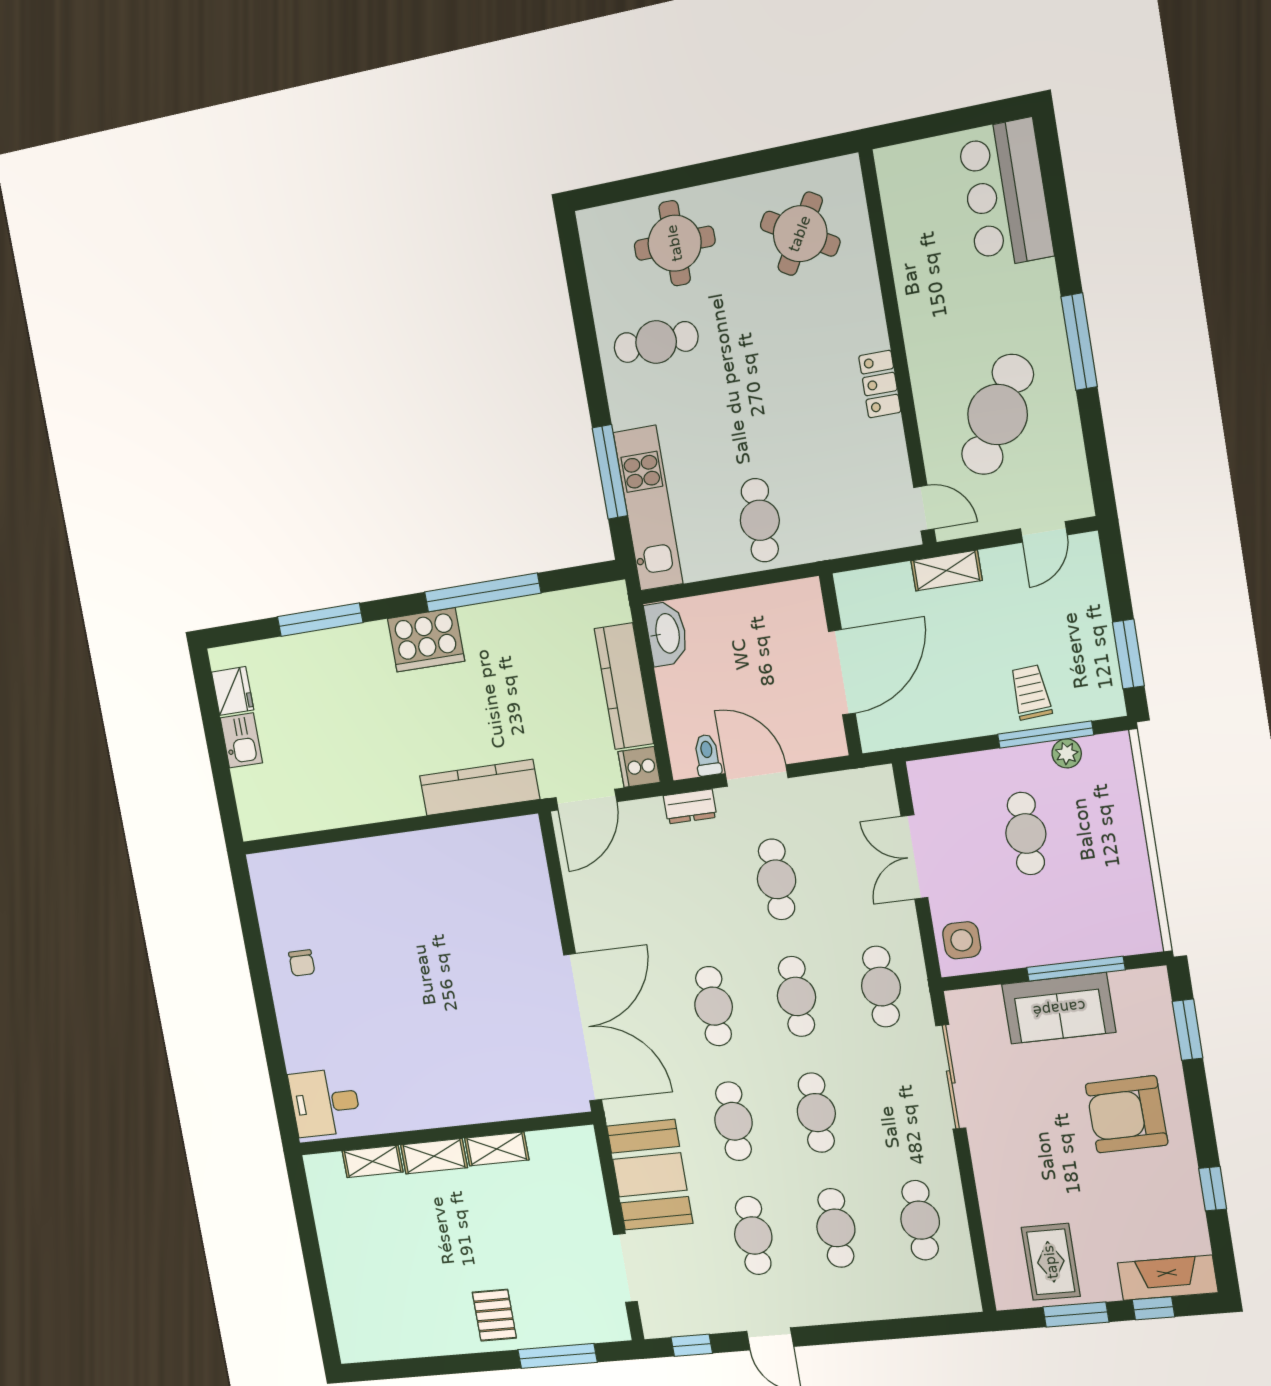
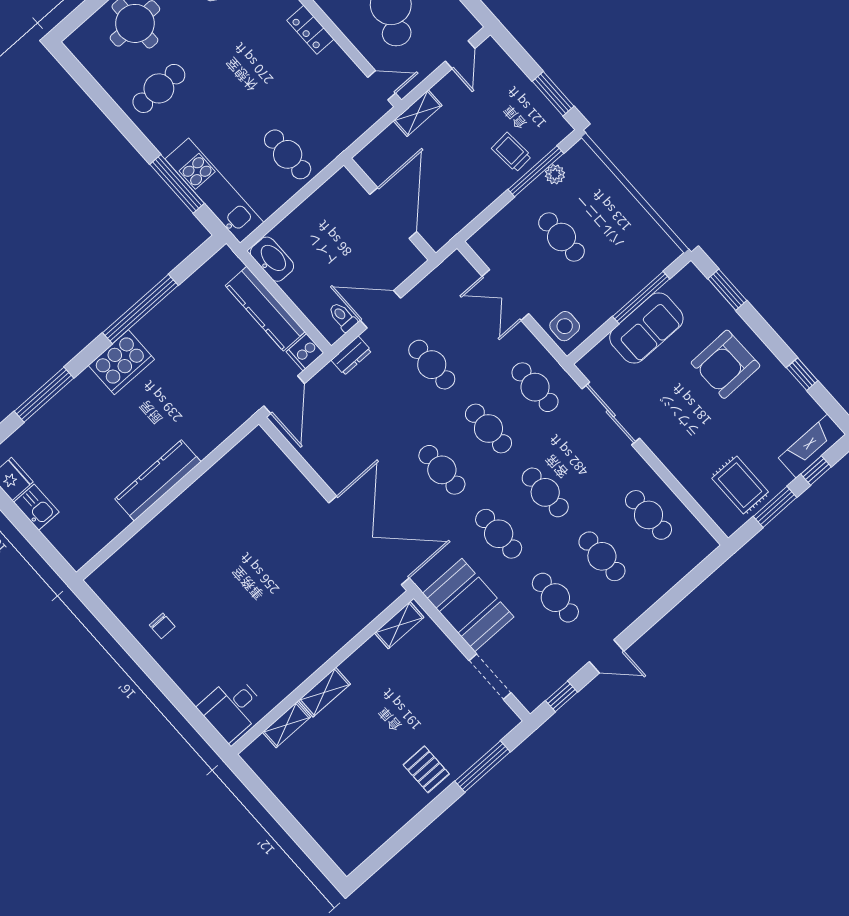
kitchen counter: (479, 788) -> (158, 480), moved
shelving: (497, 1149) -> (399, 625), moved

